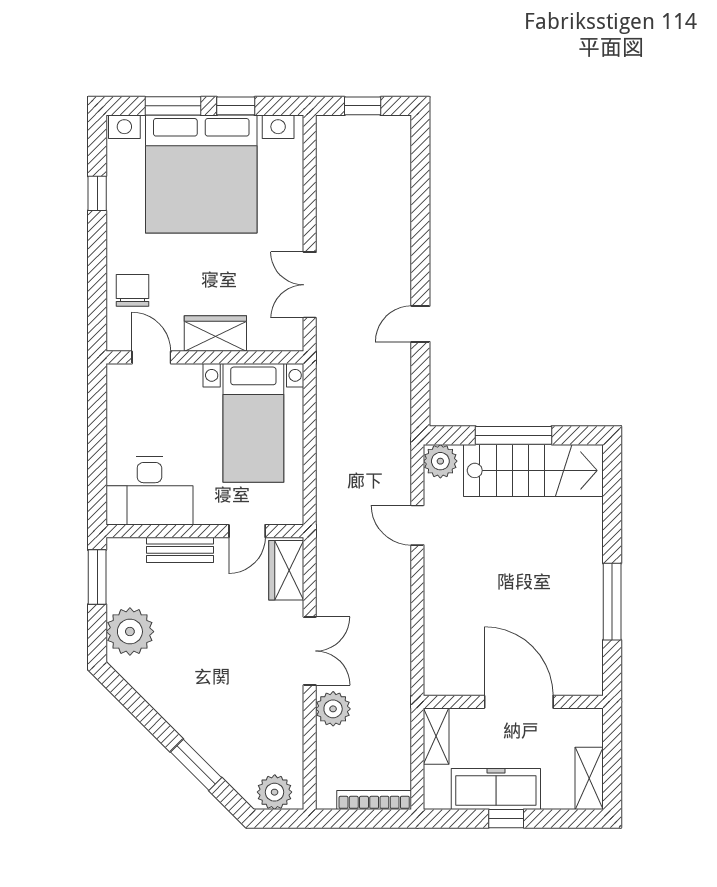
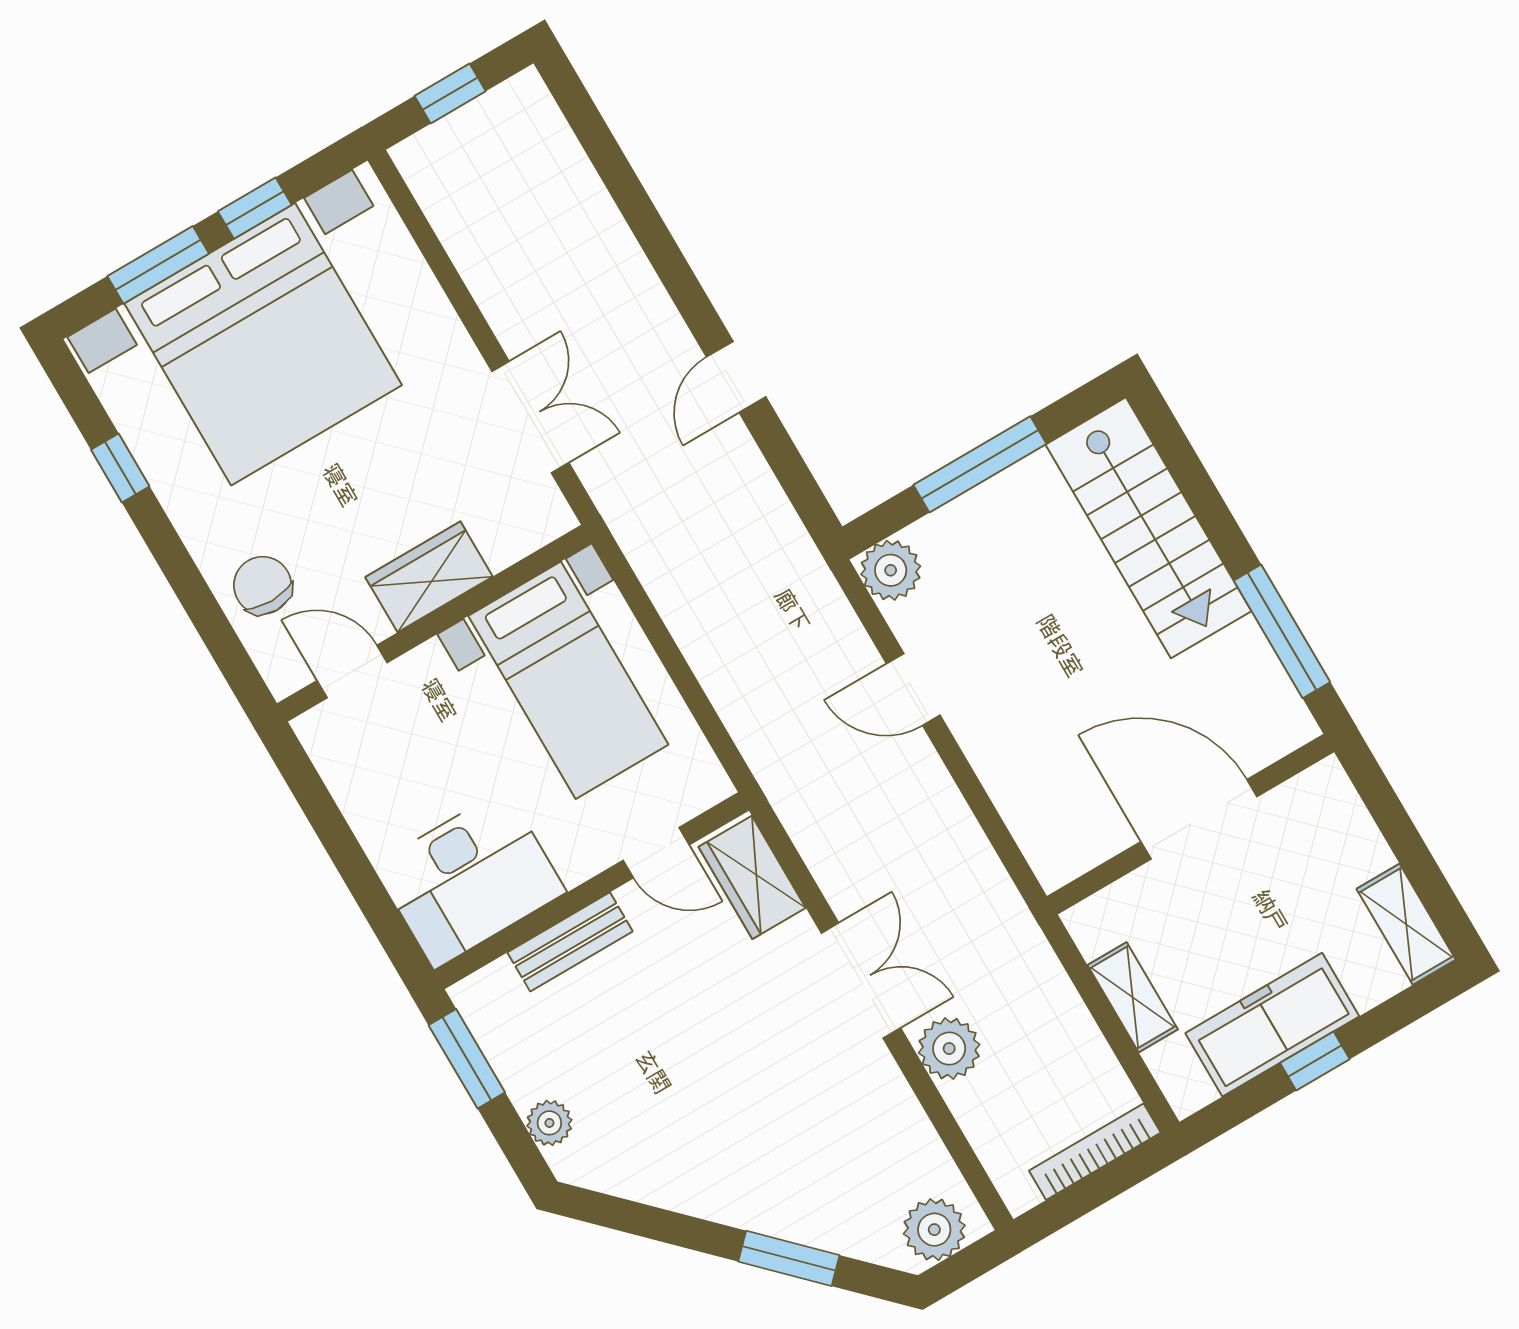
double door: (310, 285) -> (530, 417), swing flipped
stairs: (533, 470) -> (1148, 528), moved, turned 90
door: (247, 531) -> (656, 853), hinge flipped
plant: (130, 632) -> (549, 1123), width x0.53, depth x0.53
wall: (513, 702) -> (1191, 824), moved
door: (519, 702) -> (1199, 819), moved

